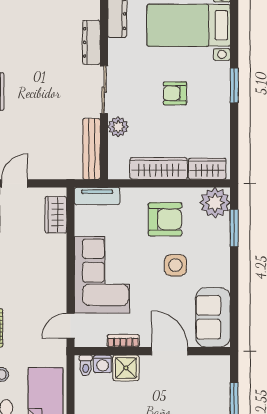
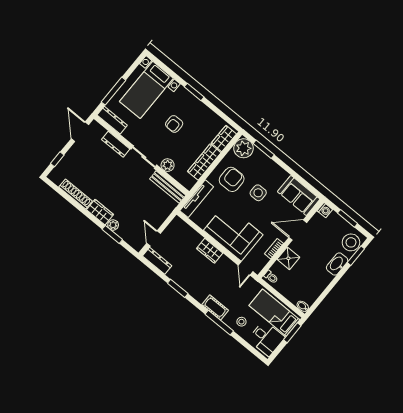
tv unit: (97, 196) -> (197, 199), width x1.41
wardrobe: (56, 215) -> (210, 251), moved
washing machine: (103, 364) -> (325, 210), moved

